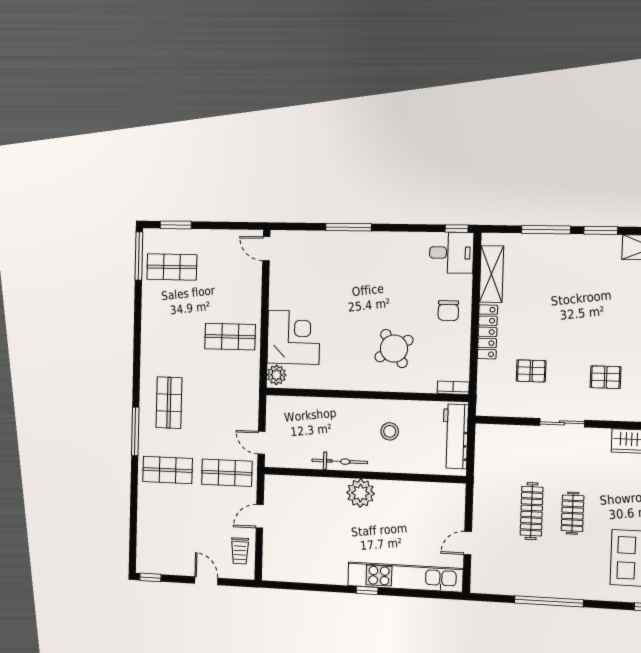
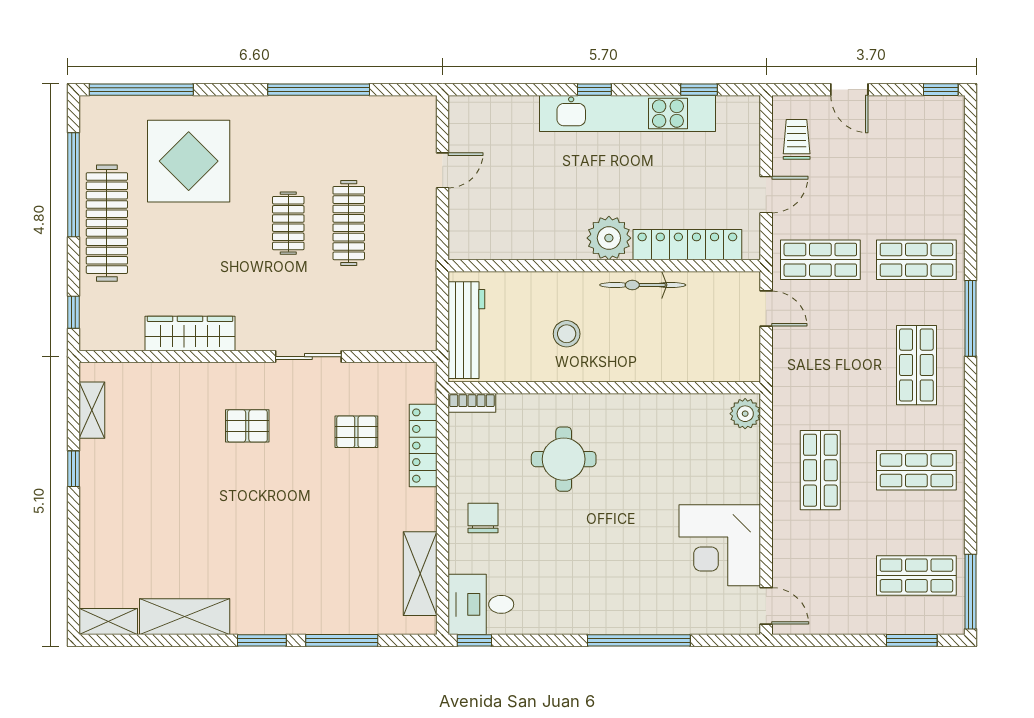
window: (349, 227) -> (639, 640), width x1.46
locker: (488, 332) -> (423, 446), moved
shop shelf: (170, 335) -> (916, 470), added
shop shelf: (230, 337) -> (820, 470), turned 90
corner desk: (294, 337) -> (720, 545), moved
round table: (394, 349) -> (564, 459), turned 32
locker: (310, 486) -> (687, 245), added
kitchen unit: (405, 577) -> (627, 114), moved
window: (300, 586) -> (699, 90), added

